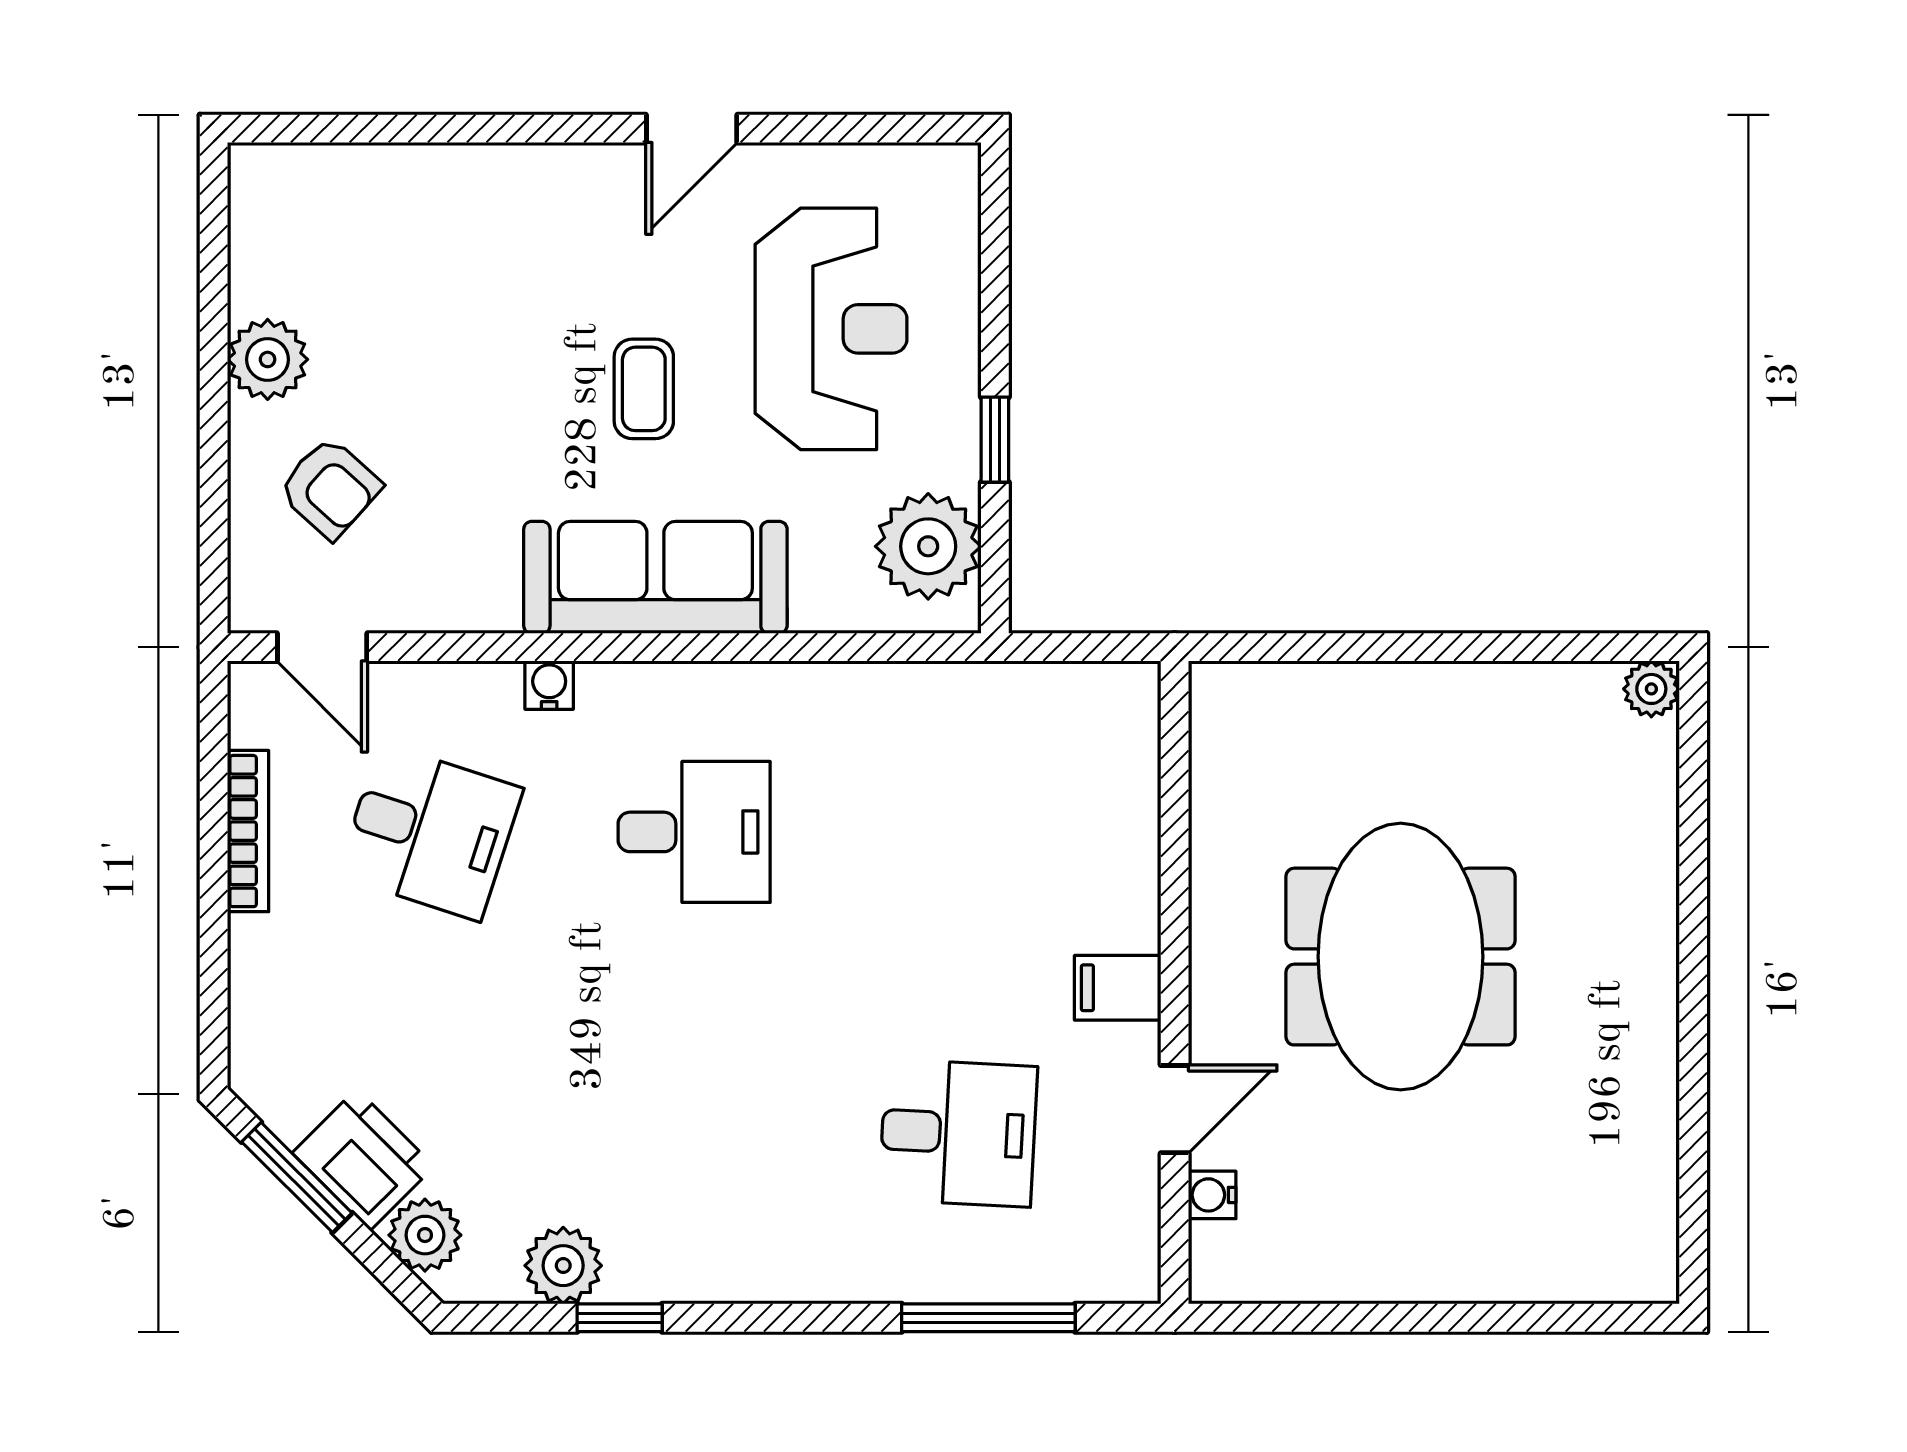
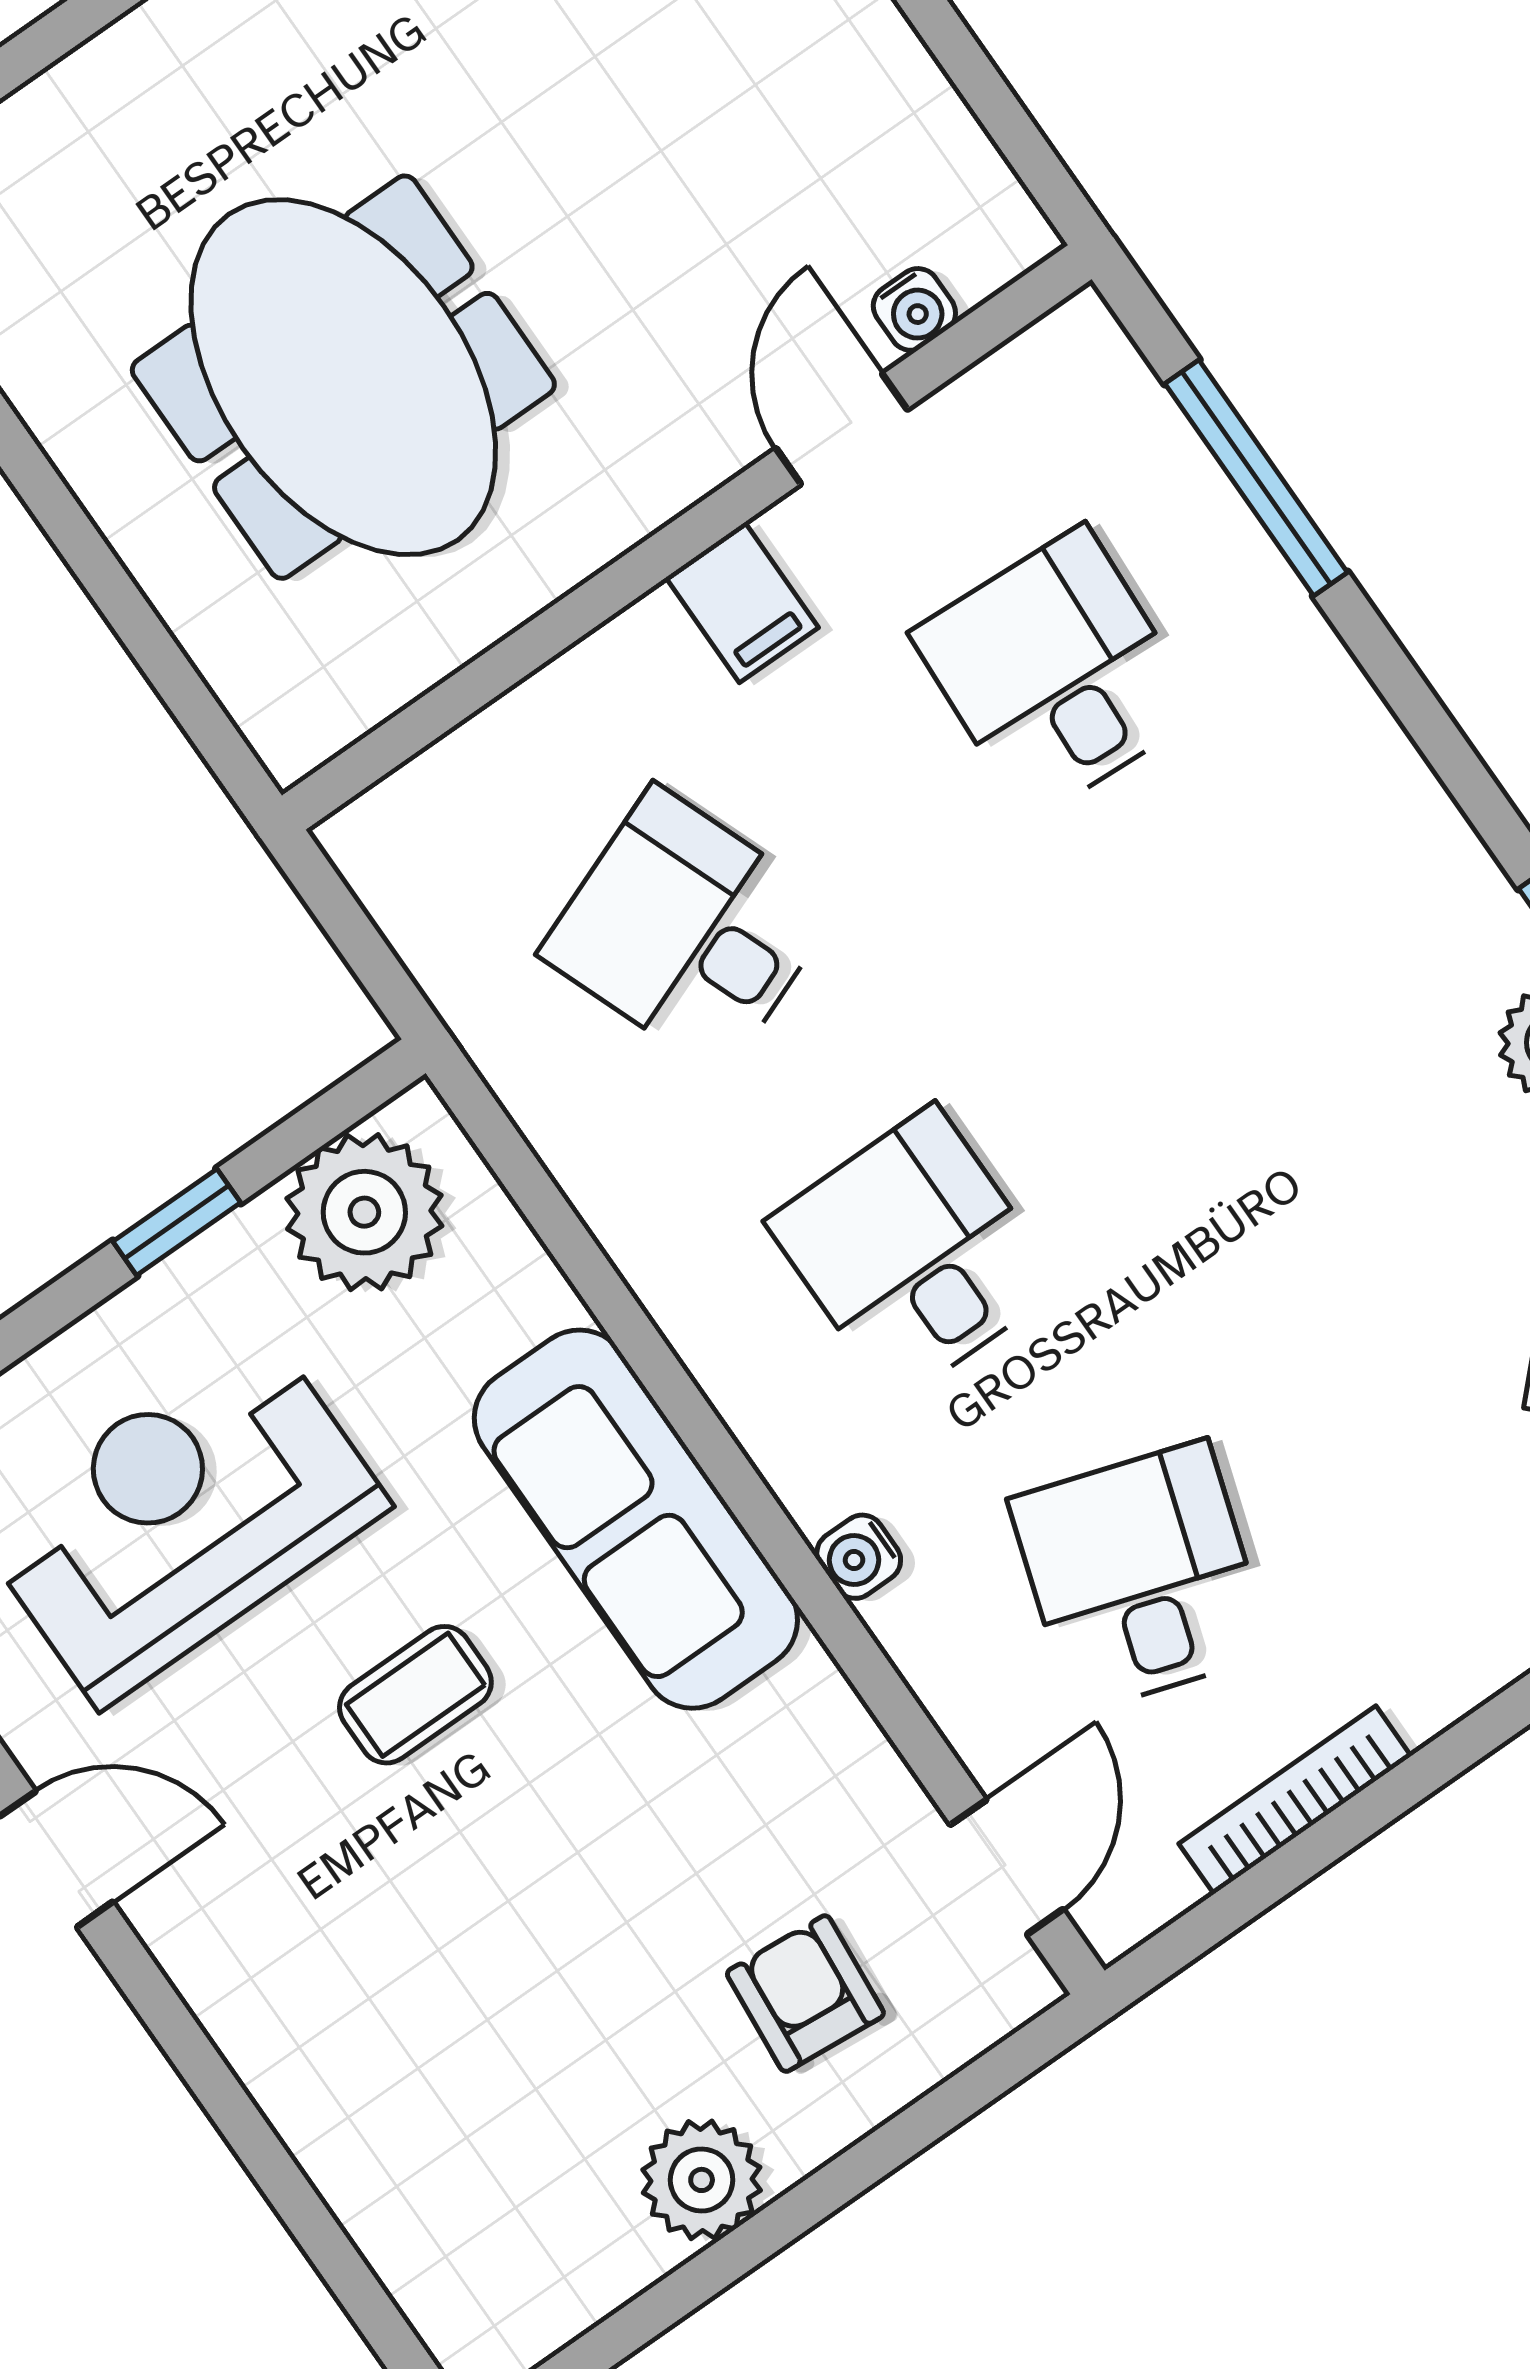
armchair: (330, 488) -> (805, 1994), turned -37
desk: (958, 832) -> (688, 931), added
meeting table: (1401, 957) -> (343, 377), moved, turned 90
door: (1175, 1109) -> (842, 429), hinge flipped

